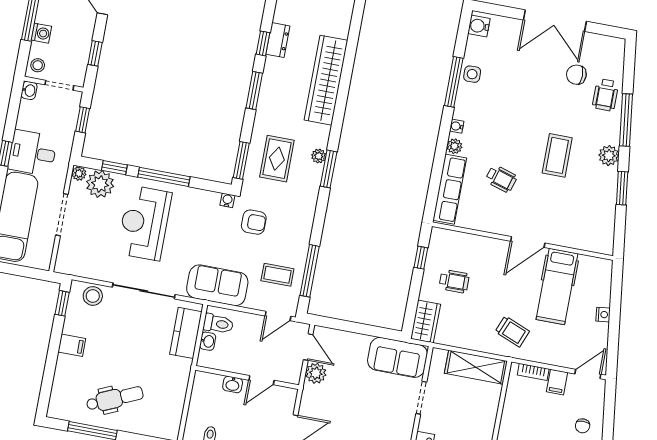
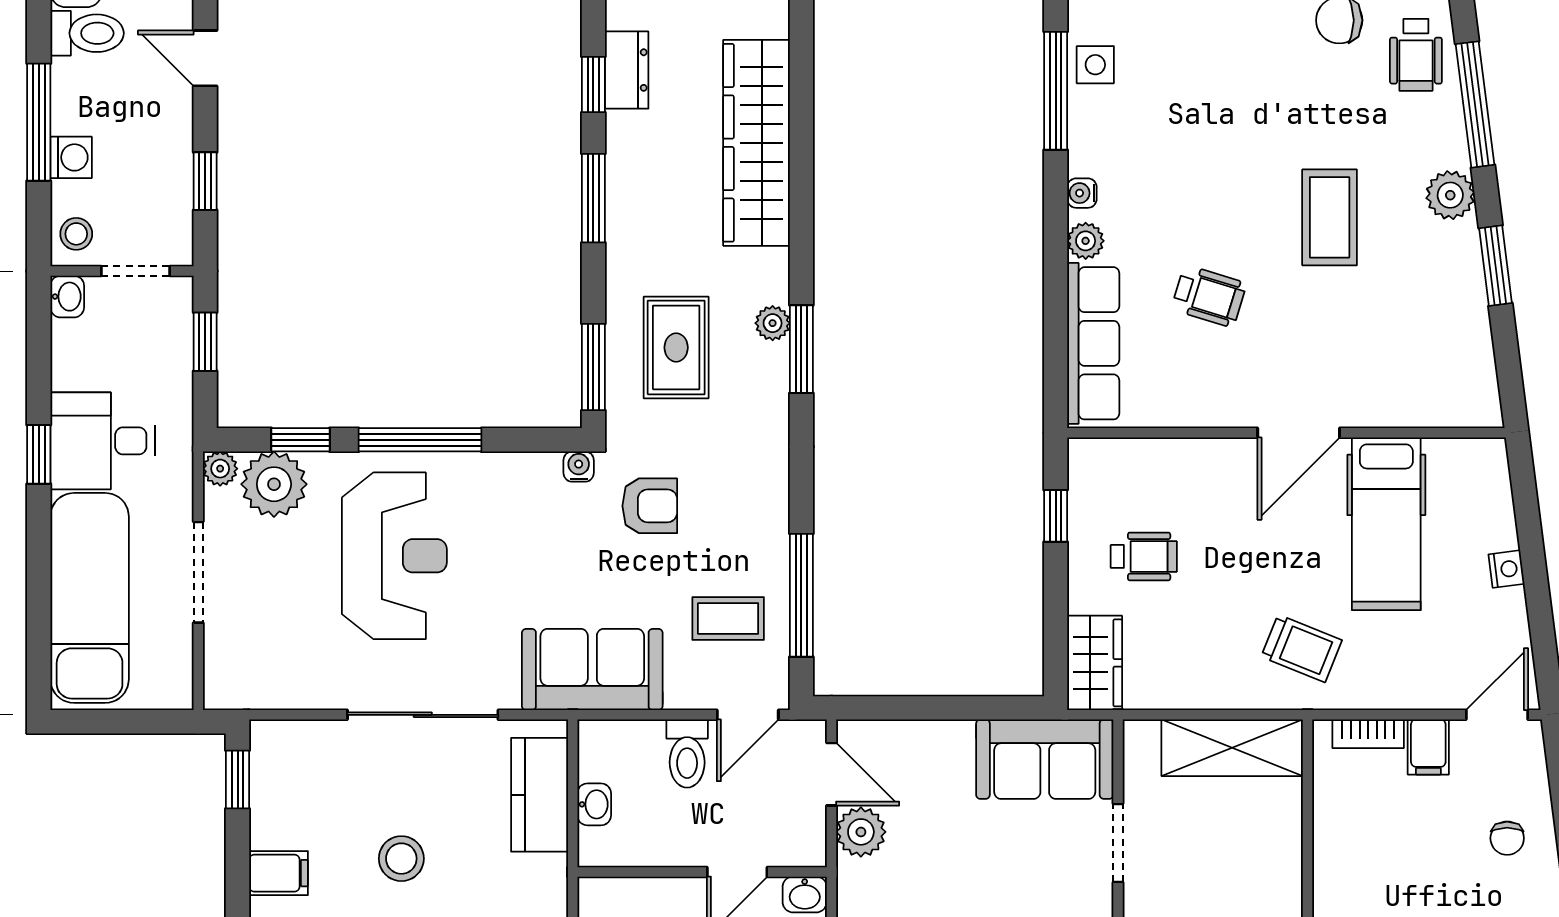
reception desk: (144, 223) -> (394, 556), turned 180
stool: (93, 296) -> (401, 859), moved
toilet: (218, 324) -> (687, 754), moved, turned 90
washbasin: (233, 384) -> (805, 894), moved

